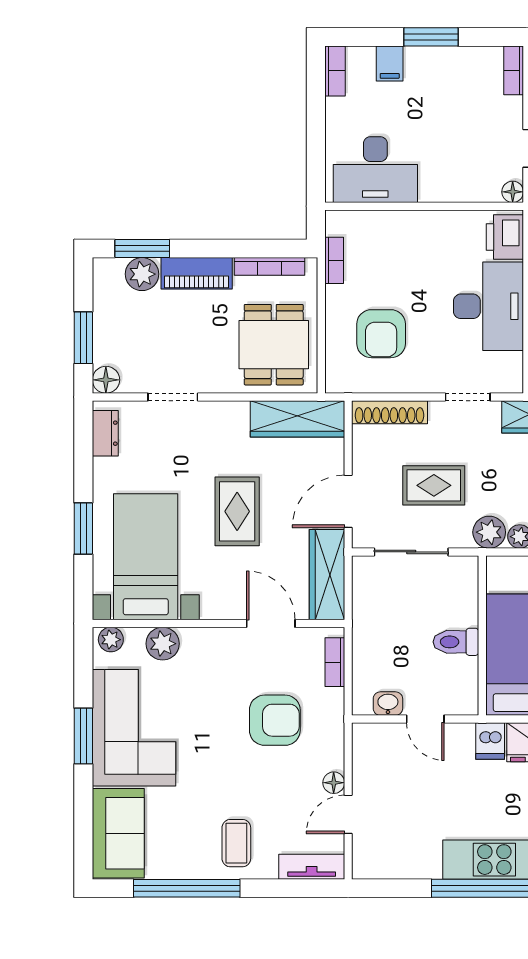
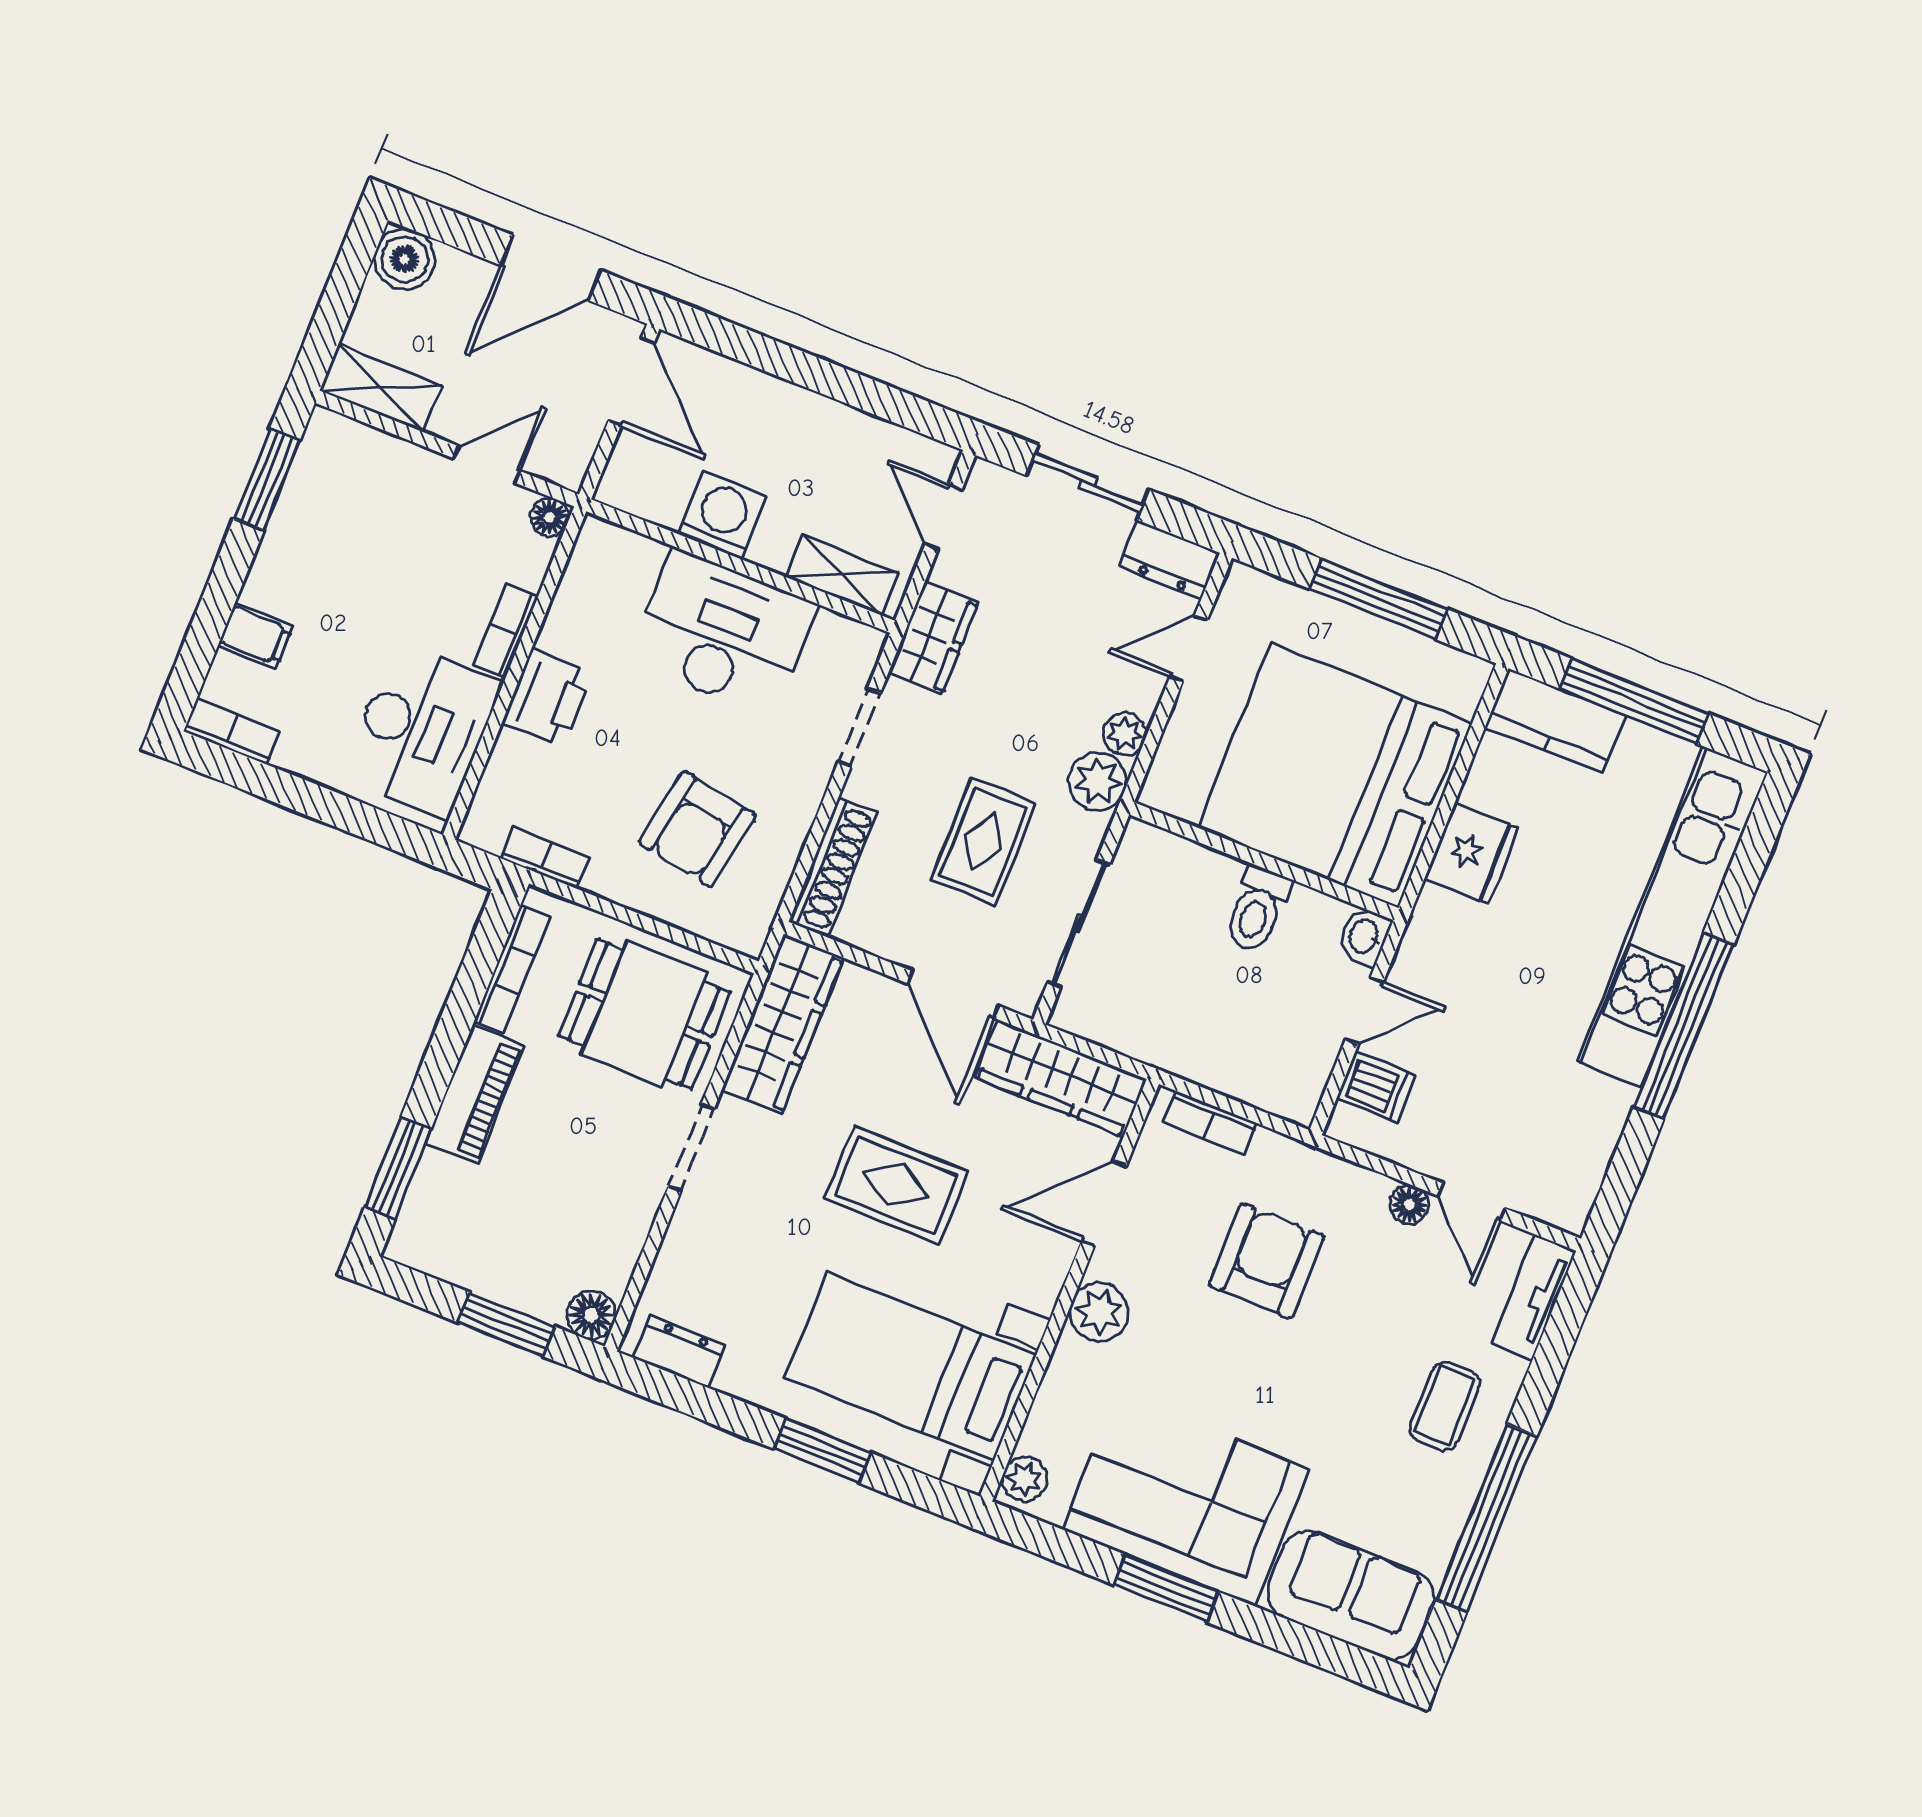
window: (431, 37) -> (267, 480), moved
bookcase: (514, 70) -> (506, 631), moved, turned 90
printer: (505, 237) -> (547, 698), moved, turned -90
plant: (142, 274) -> (440, 1185), removed
armchair: (381, 334) -> (697, 829), turned 100
doorway: (173, 397) -> (691, 1147), moved
plant: (163, 644) -> (1099, 1312), moved
washbasin: (388, 704) -> (1365, 936), moved
dishwasher: (490, 741) -> (1376, 1087), moved
coffee table: (236, 843) -> (1445, 1406), turned 90

